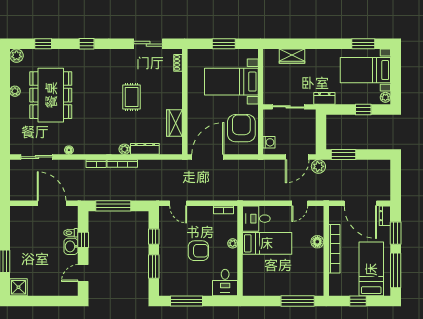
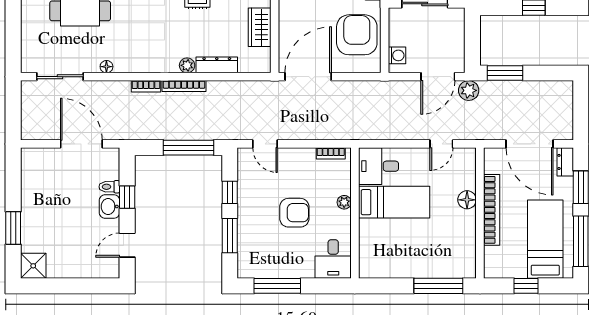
window: (113, 206) -> (189, 148), moved

